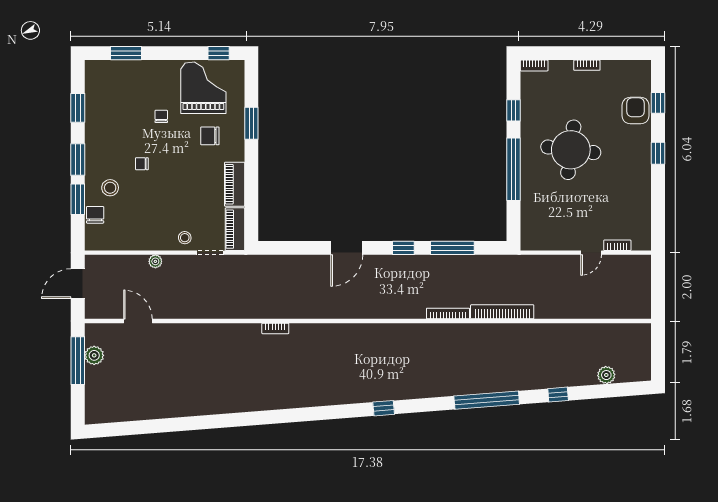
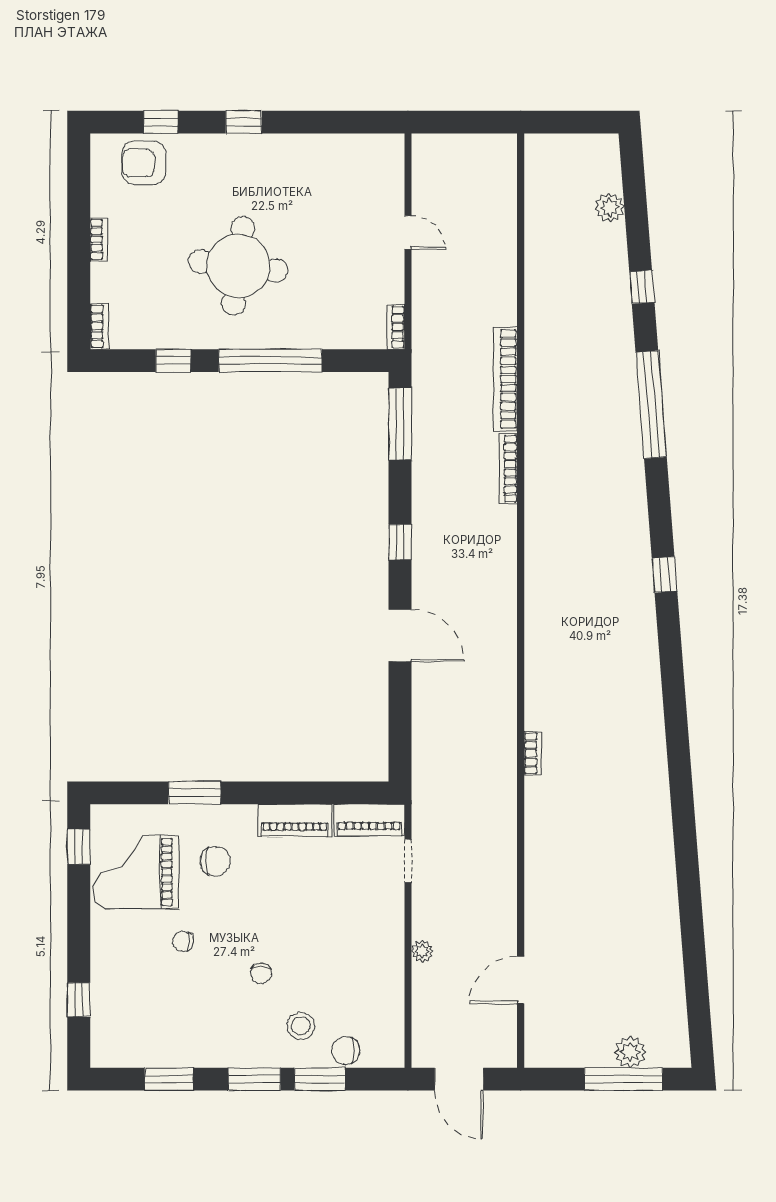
window: (126, 53) -> (79, 1000), width x0.67
armchair: (636, 111) -> (144, 163), moved
chair: (210, 136) -> (215, 861), turned -90
stool: (185, 238) -> (383, 903), removed
bookcase: (617, 245) -> (396, 327), moved
window: (452, 248) -> (400, 424), moved
plant: (94, 355) -> (630, 1052), moved
window: (78, 361) -> (623, 1079), moved

